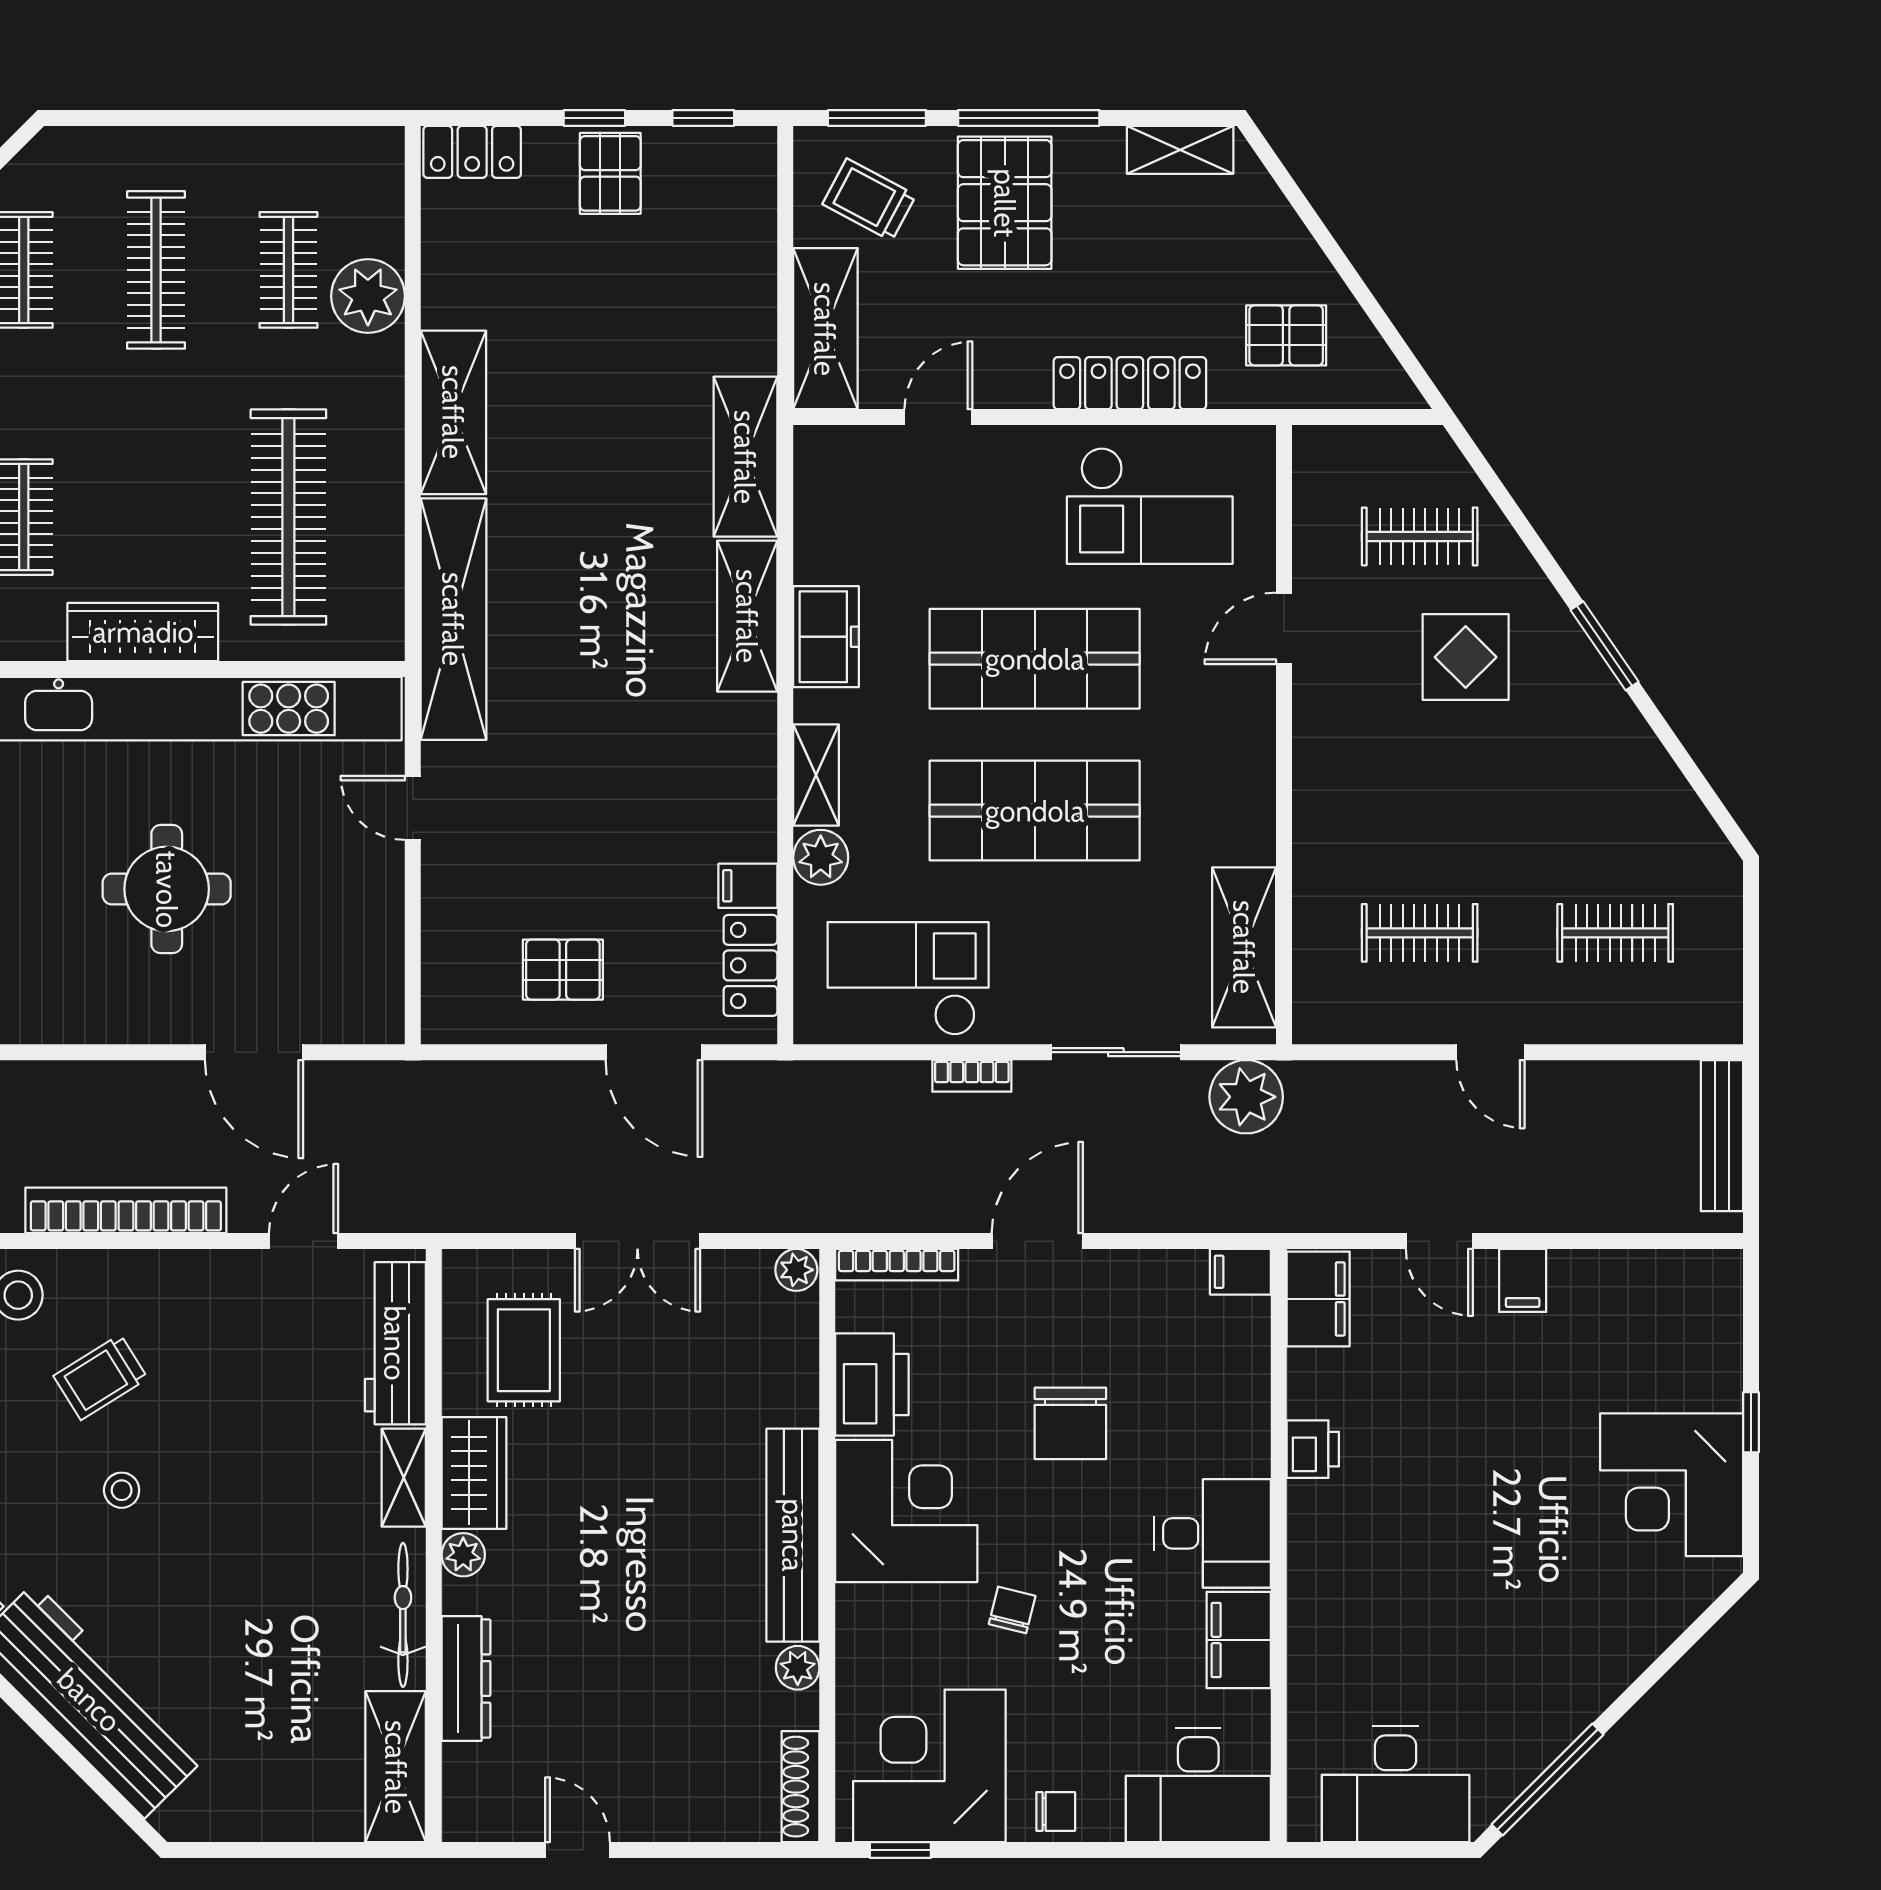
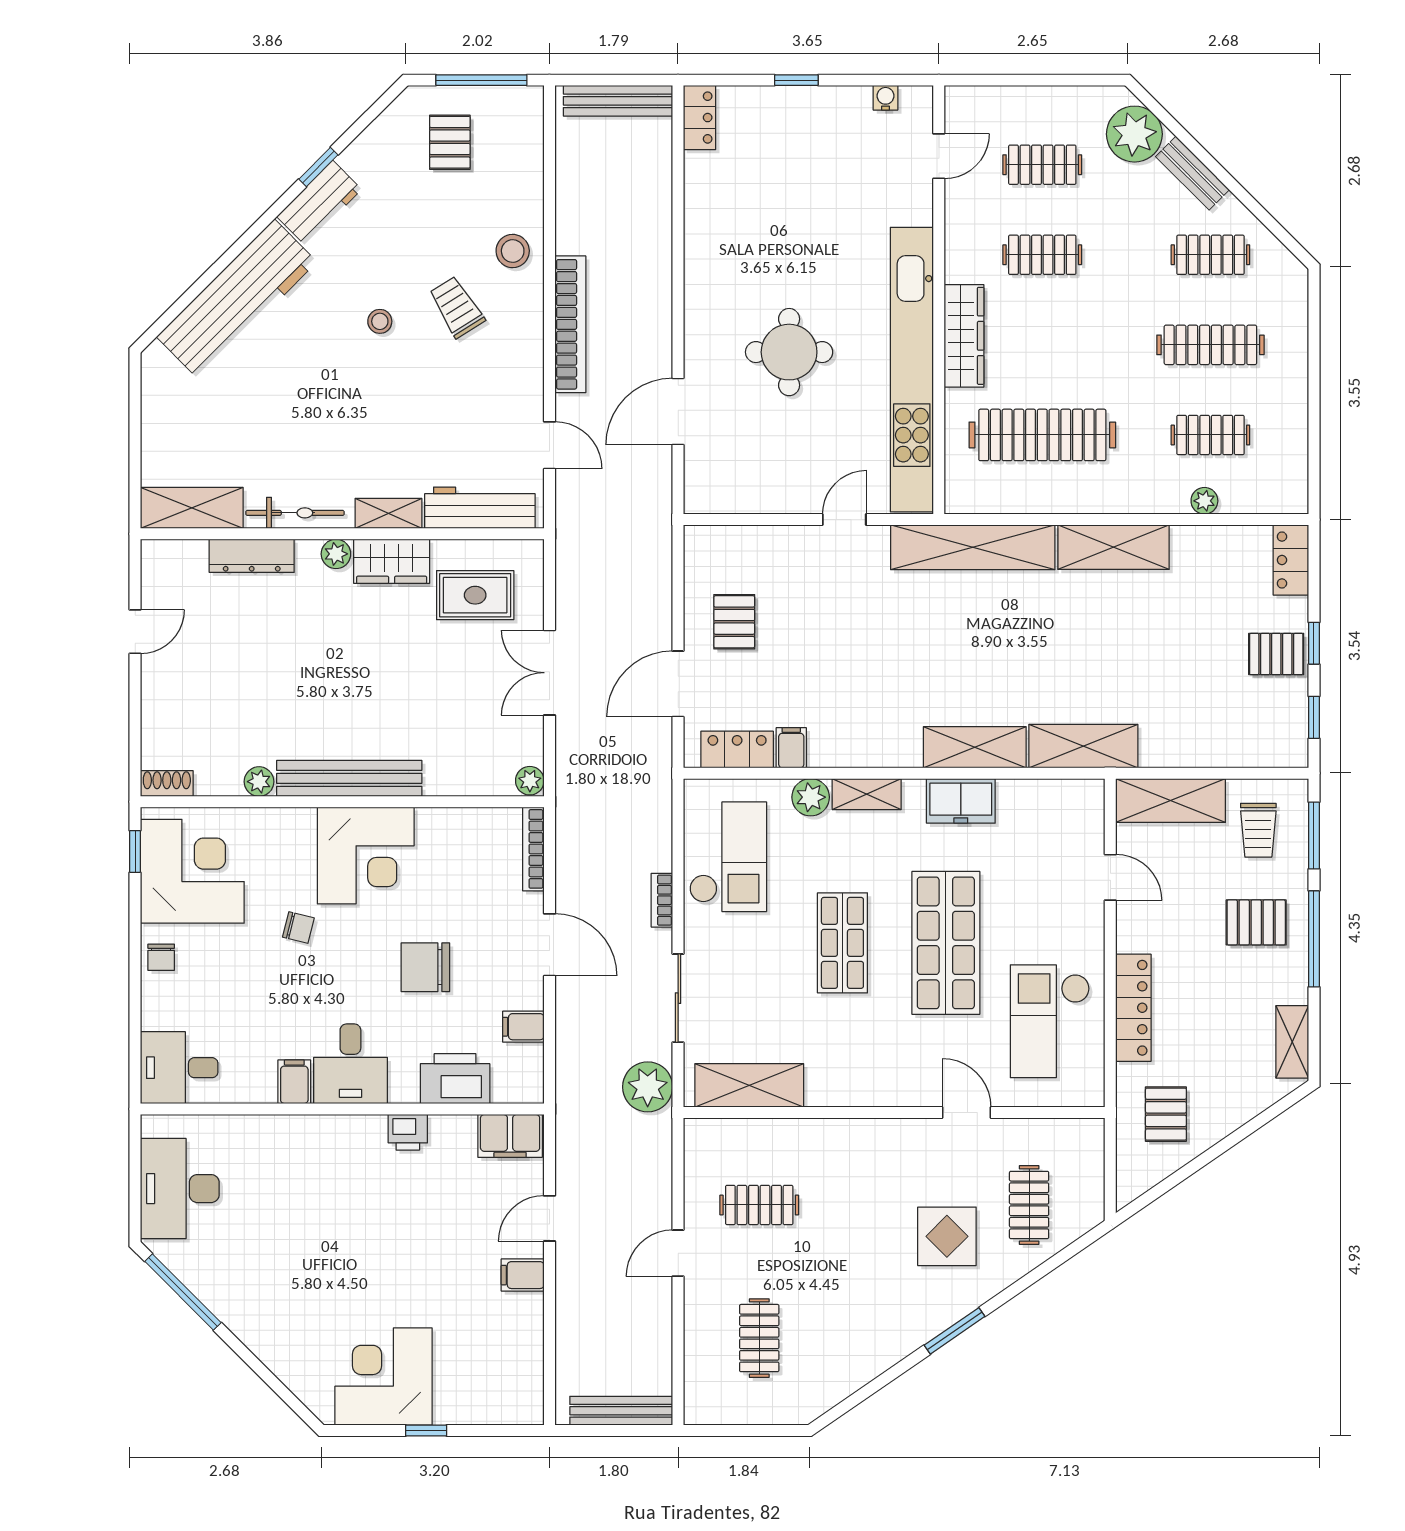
trolley: (869, 200) -> (1258, 830), turned 152
pallet: (1005, 203) -> (1256, 922), width x0.67, depth x0.71
plant: (368, 296) -> (1204, 501), width x0.53, depth x0.53
shop shelf: (1035, 811) -> (842, 943), width x0.70, depth x0.74
clothes rail: (1420, 933) -> (759, 1205), turned 90
filing cabinet: (1240, 1272) -> (523, 1027), moved, turned -90
printer: (872, 1385) -> (455, 1079), moved, turned 180
filing cabinet: (1239, 1640) -> (294, 1082), width x0.50
desk: (1198, 1785) -> (179, 1068), width x0.73
shoe rack: (801, 1787) -> (167, 784), width x0.70

